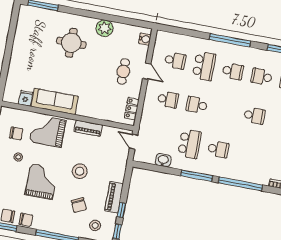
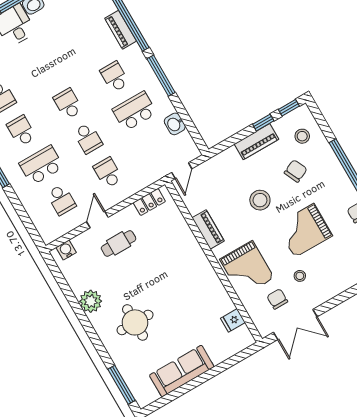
school desk: (175, 61) -> (61, 200), turned 180
sofa: (55, 101) -> (182, 371), moved, turned 90
school desk: (254, 116) -> (68, 104), moved
piano: (242, 175) -> (121, 30), added

